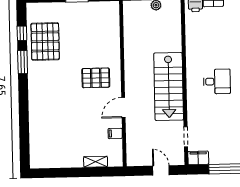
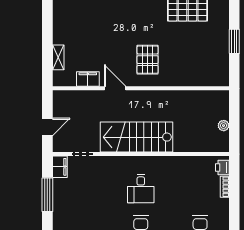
filing cabinet: (115, 133) -> (88, 79), width x2.00

